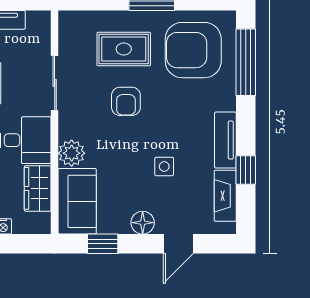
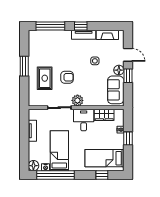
armchair: (193, 50) -> (45, 48), removed
plant: (72, 153) -> (77, 100), moved
window: (246, 170) -> (81, 26), moved
sofa: (77, 201) -> (116, 90), moved, turned -90
window: (103, 244) -> (128, 76), moved

